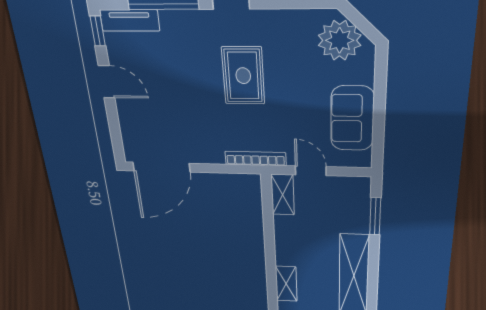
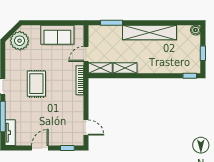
window: (98, 31) -> (67, 148), moved
rug: (243, 76) -> (36, 84), turned 90
door: (161, 167) -> (86, 128), width x0.53
shelving: (286, 284) -> (125, 68), moved

